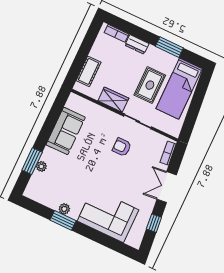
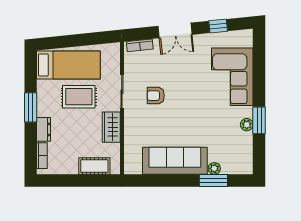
window: (169, 47) -> (31, 107), moved
sofa: (66, 131) -> (175, 161), width x1.36
armchair: (122, 147) -> (156, 96), turned 90

